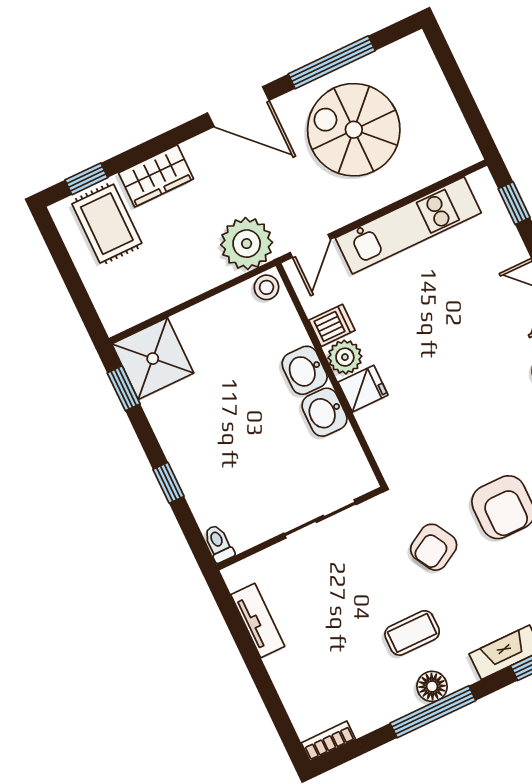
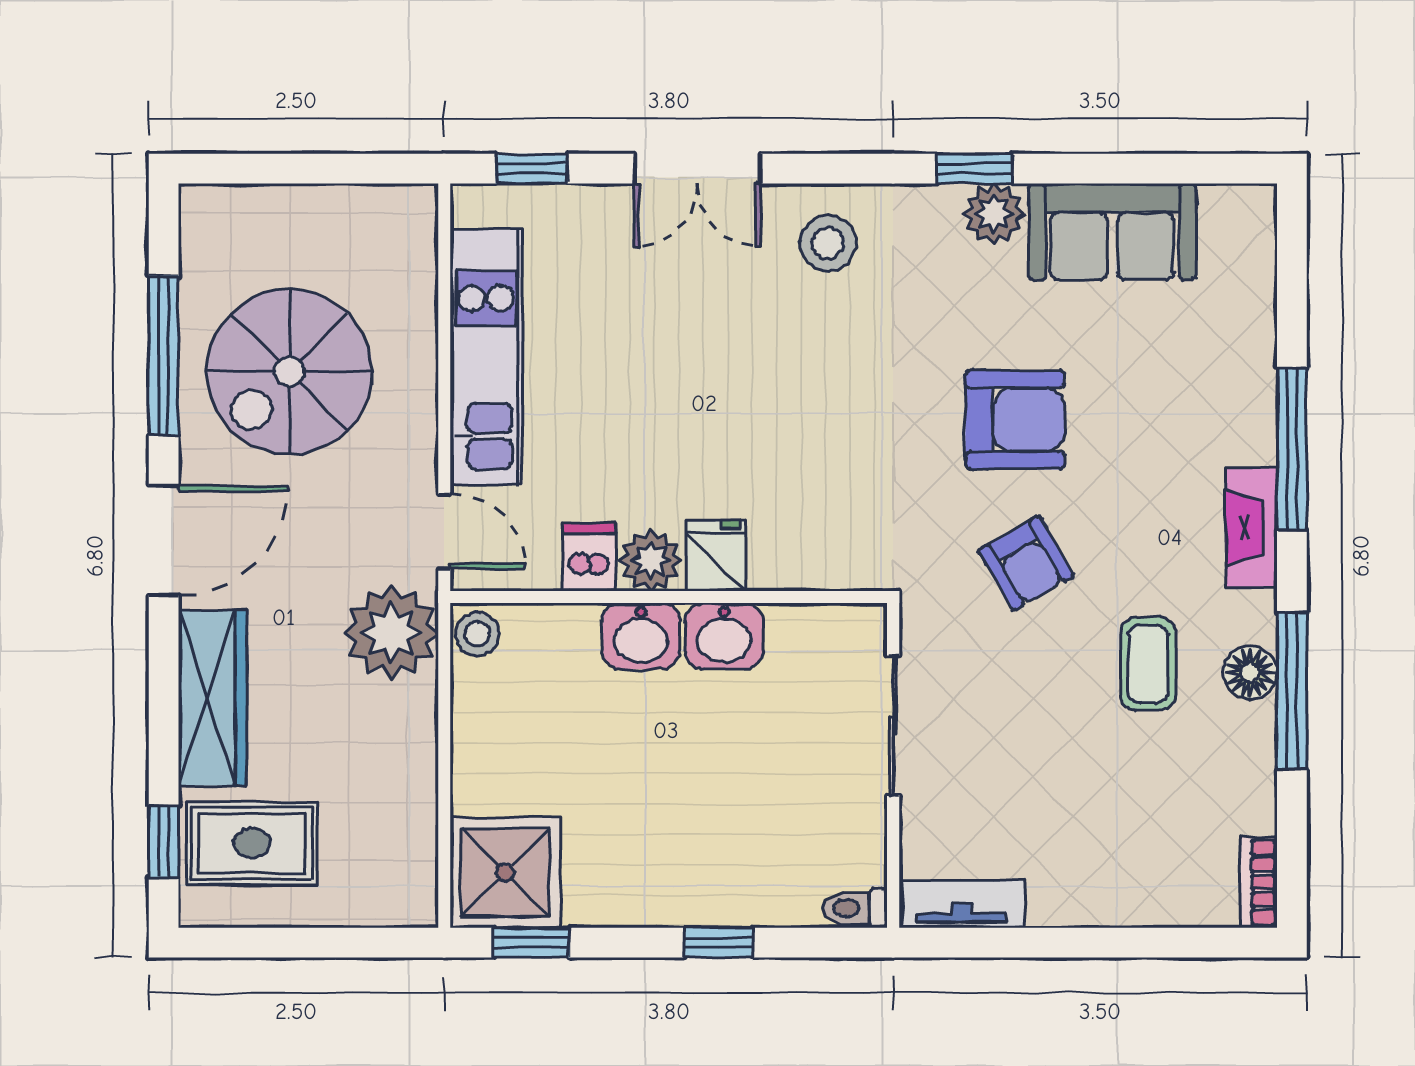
wardrobe: (156, 176) -> (212, 698), width x1.50
tv unit: (258, 620) -> (962, 904), moved

